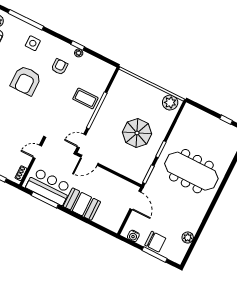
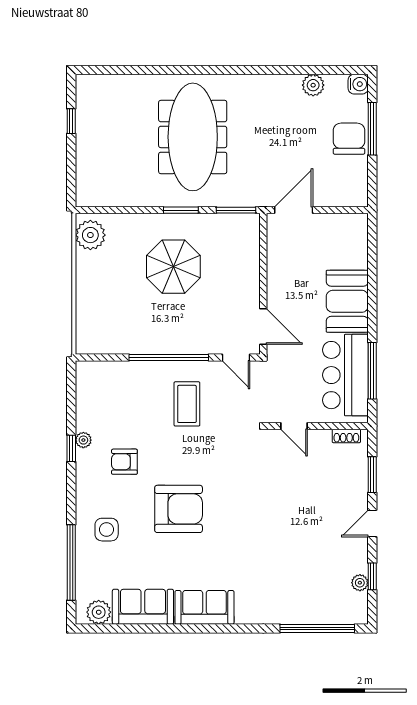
coffee table: (85, 98) -> (187, 404), moved
water cooler: (133, 236) -> (358, 84), moved

